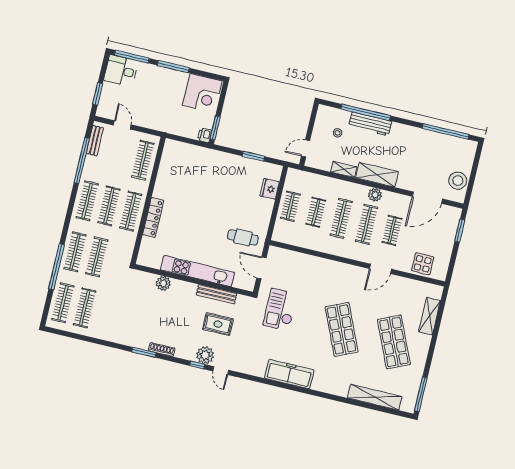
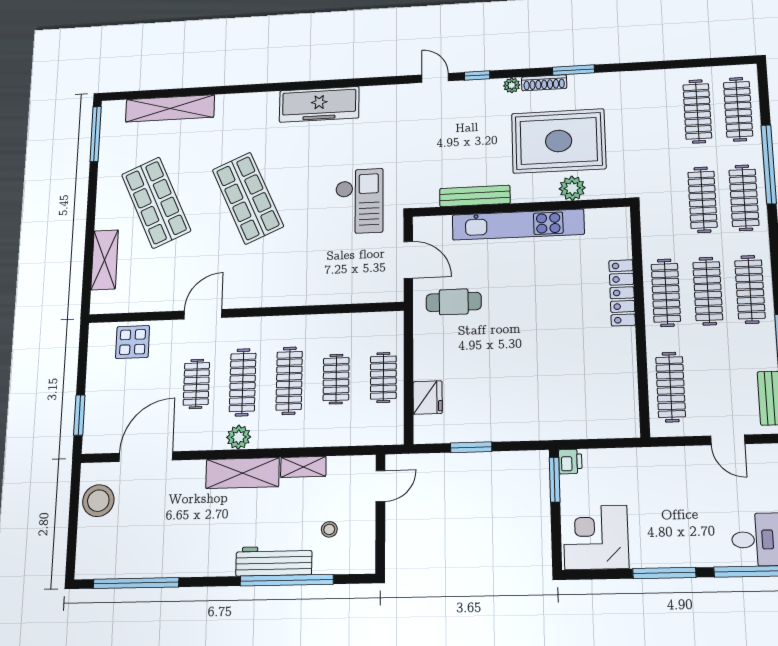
rug: (218, 324) -> (559, 141), moved, width x1.86, depth x2.06
plant: (205, 355) -> (512, 85), moved, width x0.53, depth x0.53

